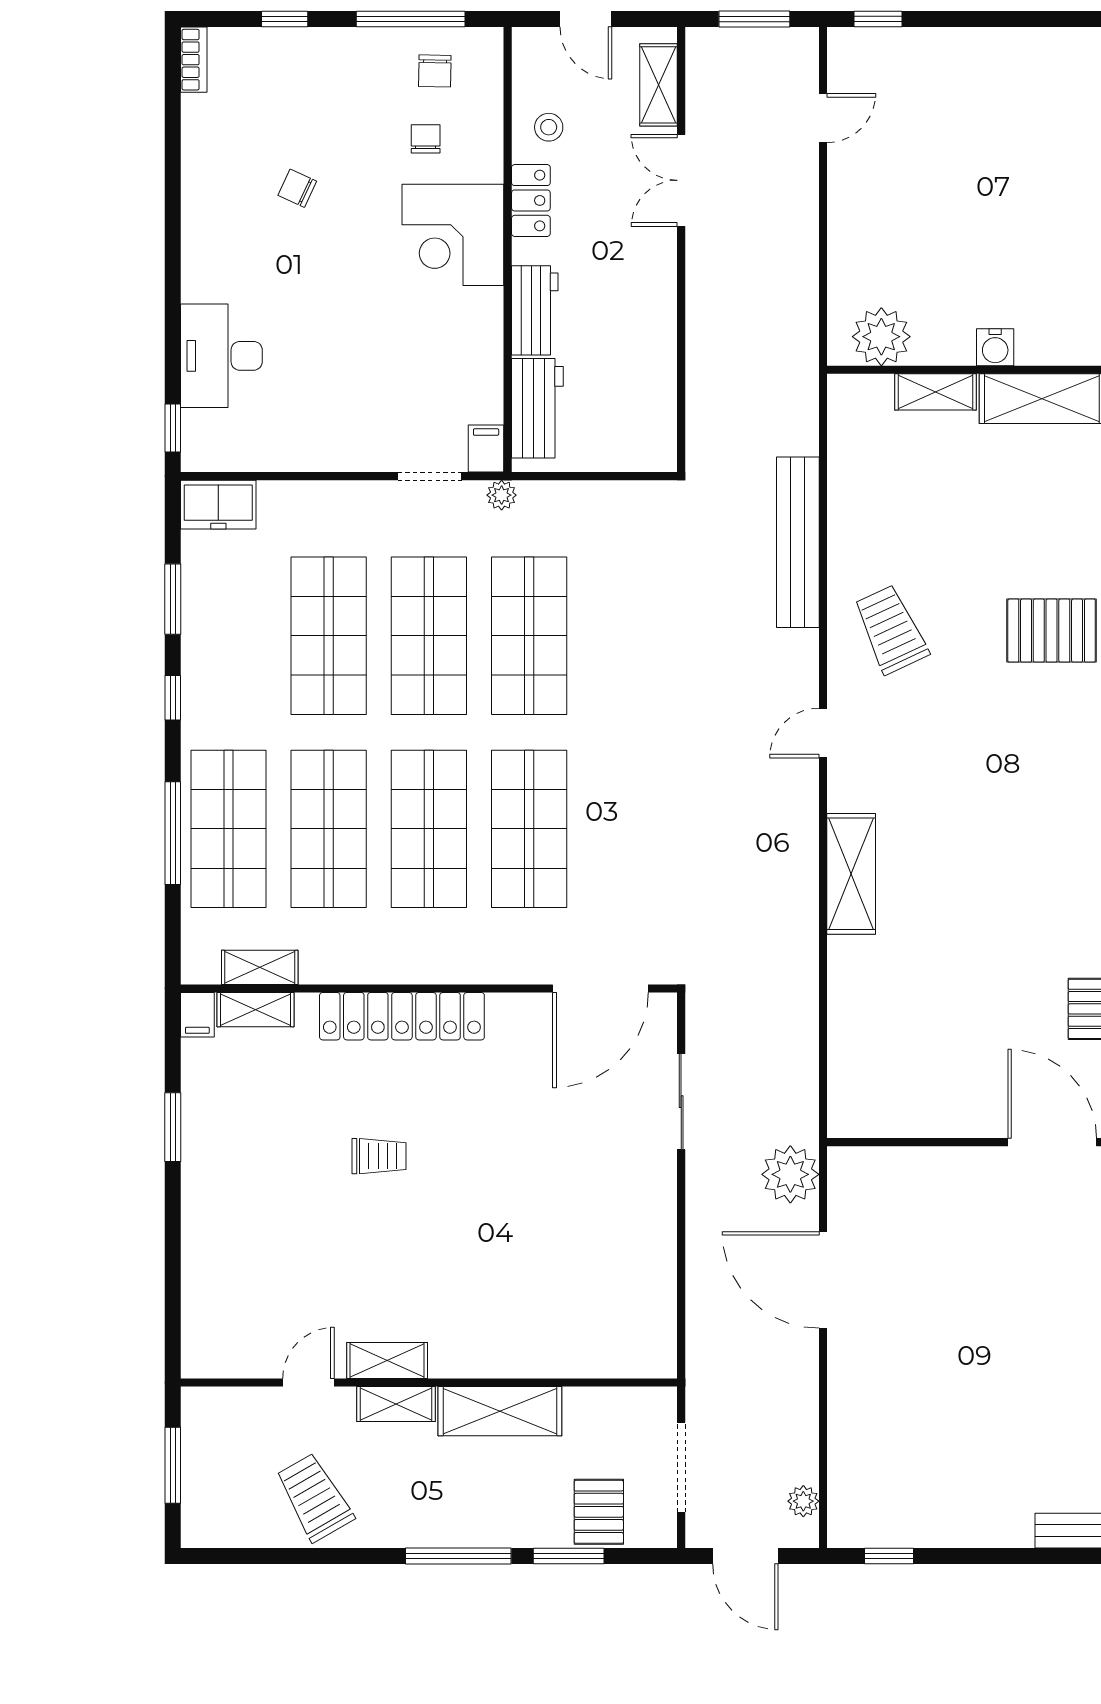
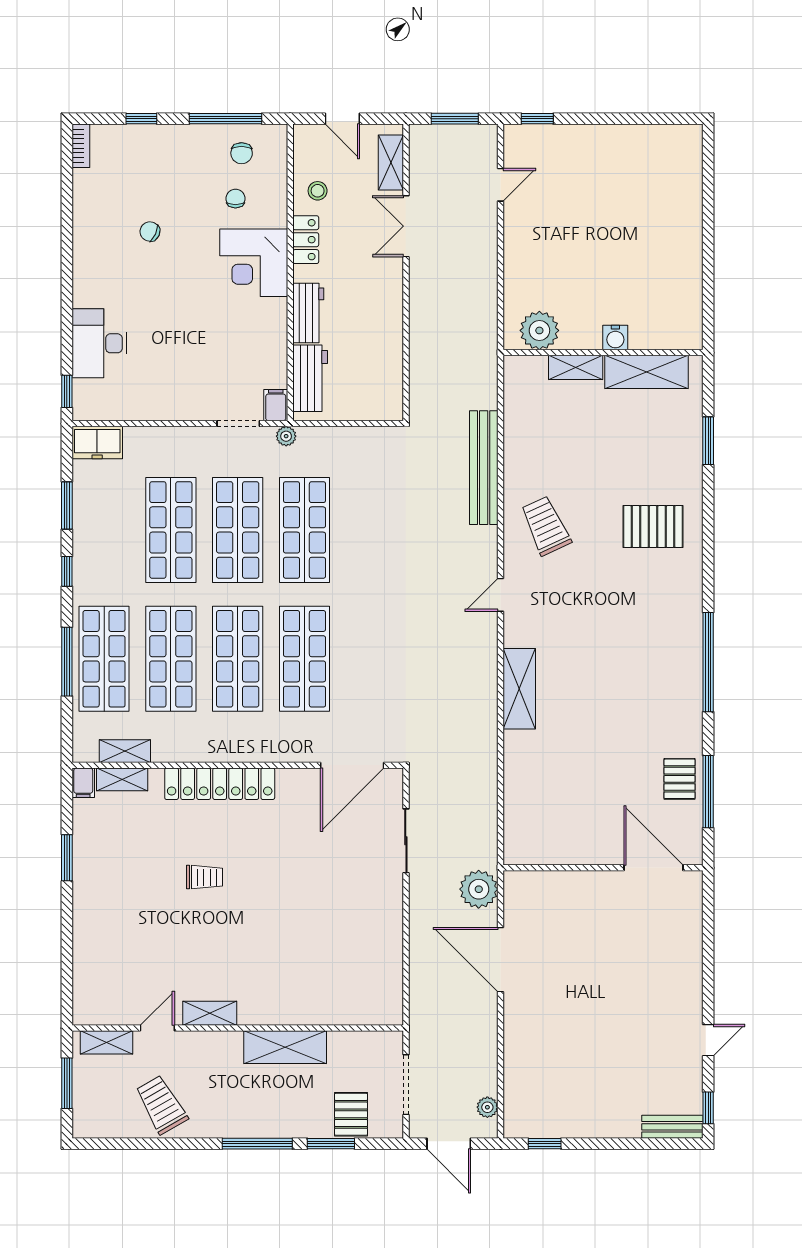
shelving: (396, 1404) -> (106, 1042), moved

